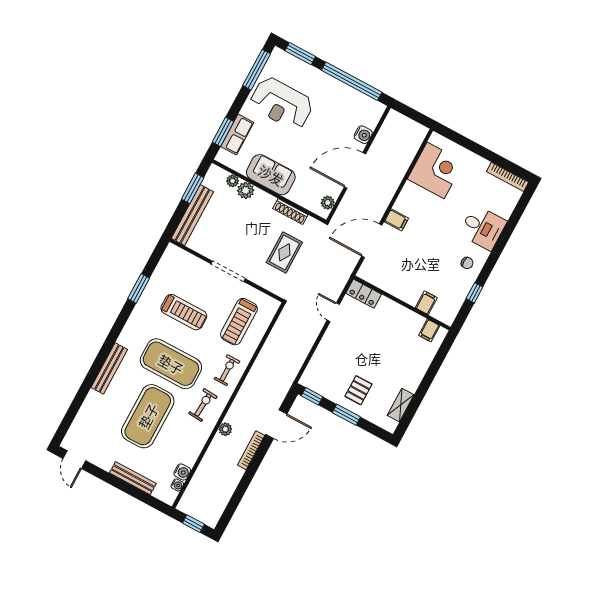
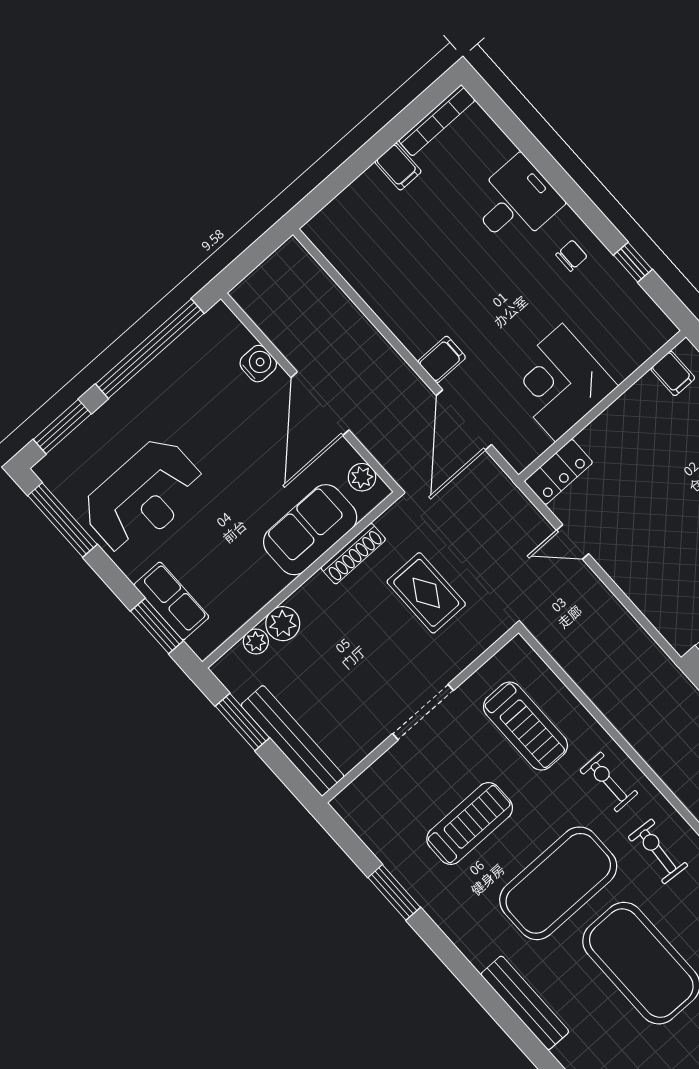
corner desk: (436, 170) -> (559, 383), moved, turned -90
sofa: (271, 175) -> (310, 530), moved
filing cabinet: (426, 303) -> (398, 167), moved, turned 180

